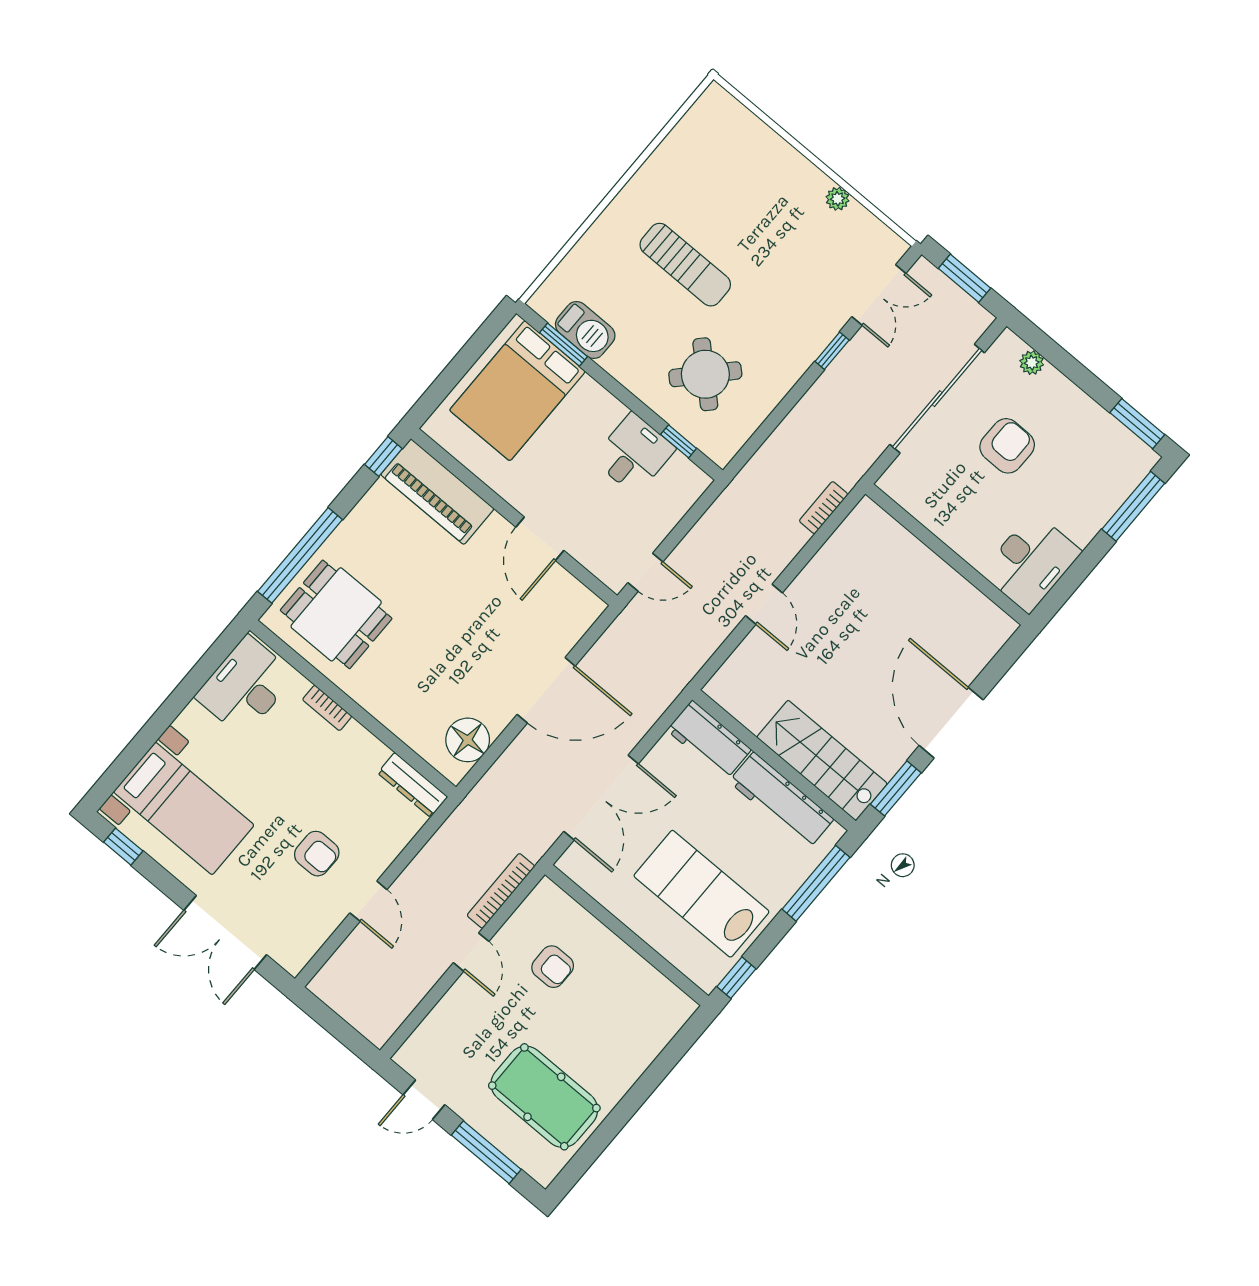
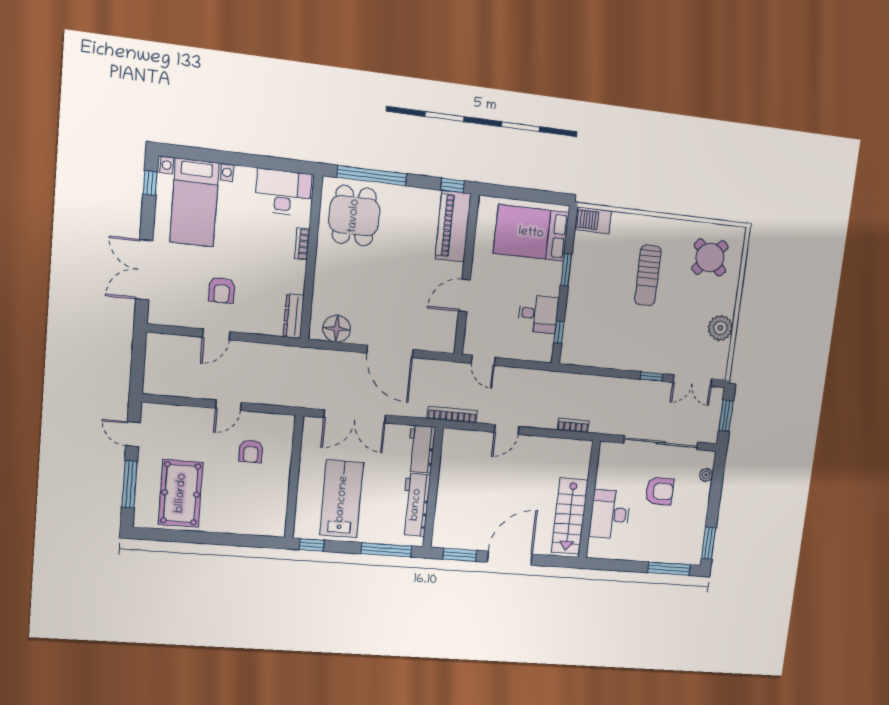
plant: (838, 199) -> (720, 328), width x1.88, depth x1.88
barbecue: (585, 330) -> (593, 220), moved, turned 90
window: (564, 345) -> (566, 270), moved
round table: (705, 374) -> (710, 258), moved
desk: (1031, 562) -> (610, 514), moved, turned 90
stairs: (822, 760) -> (570, 516), moved, turned 180
bookcase: (501, 891) -> (452, 415), moved

